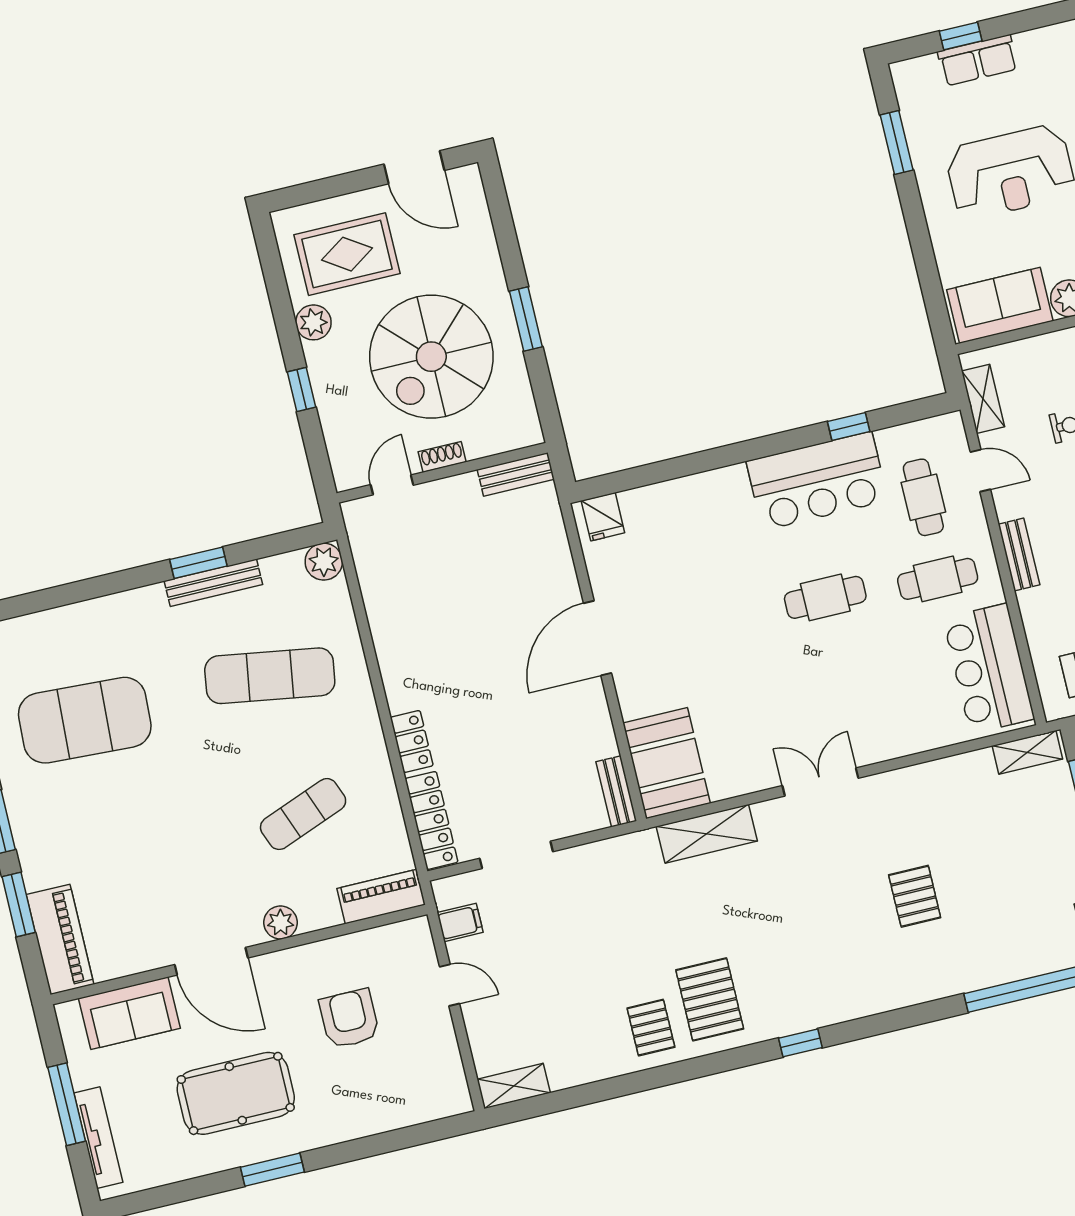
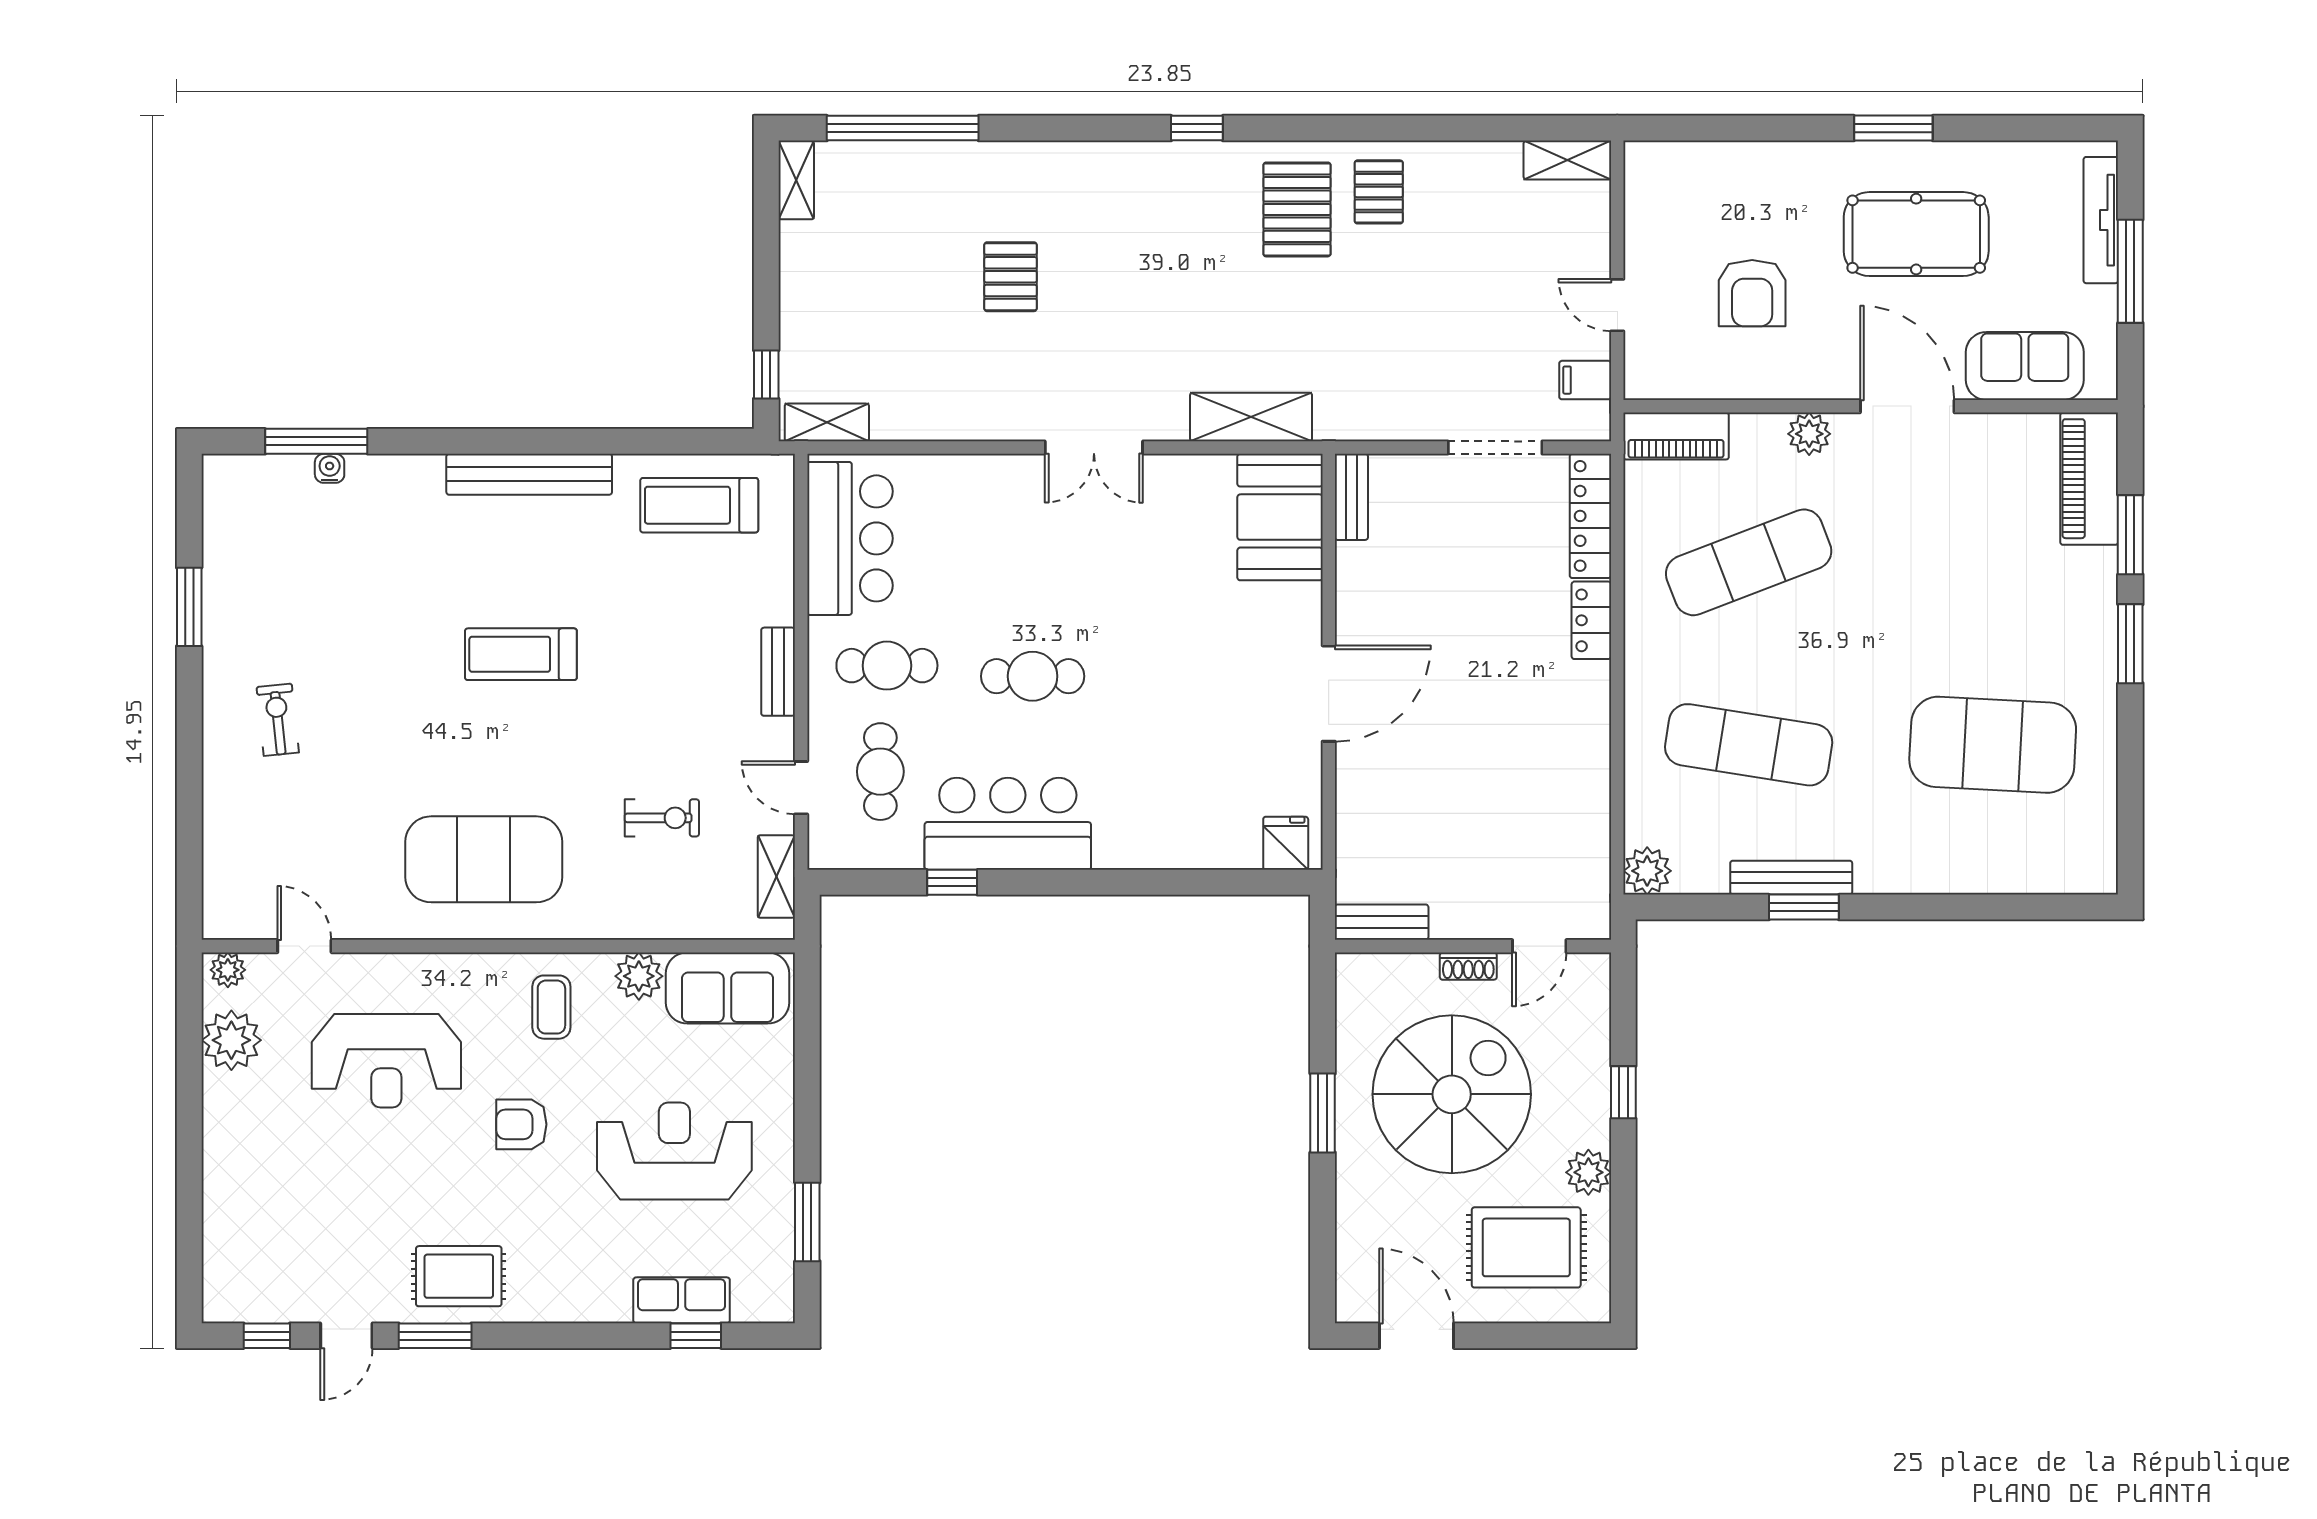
exercise mat: (303, 814) -> (1749, 562), width x1.36, depth x1.45

